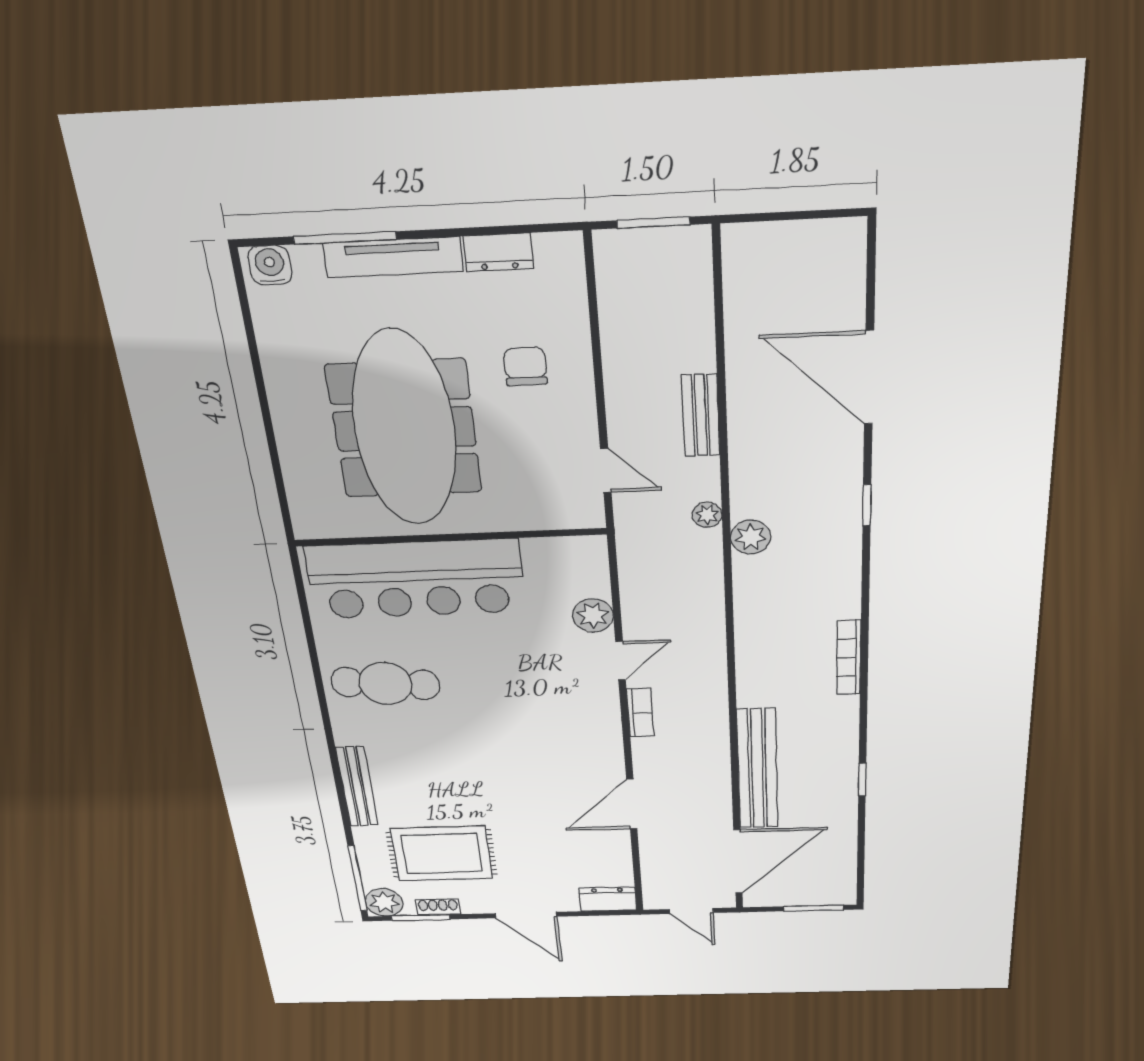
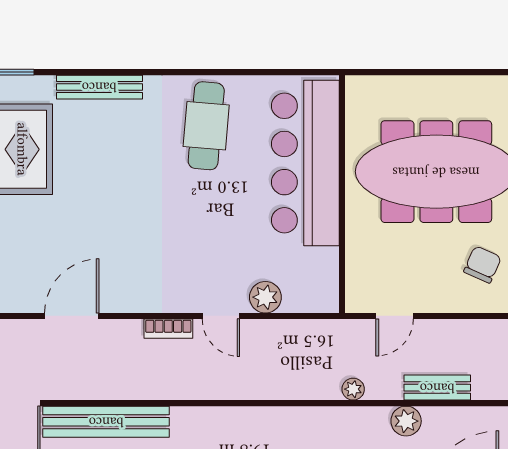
chair: (525, 367) -> (483, 264), turned -66
plant: (751, 537) -> (406, 421), moved
door: (632, 804) -> (72, 316), hinge flipped

